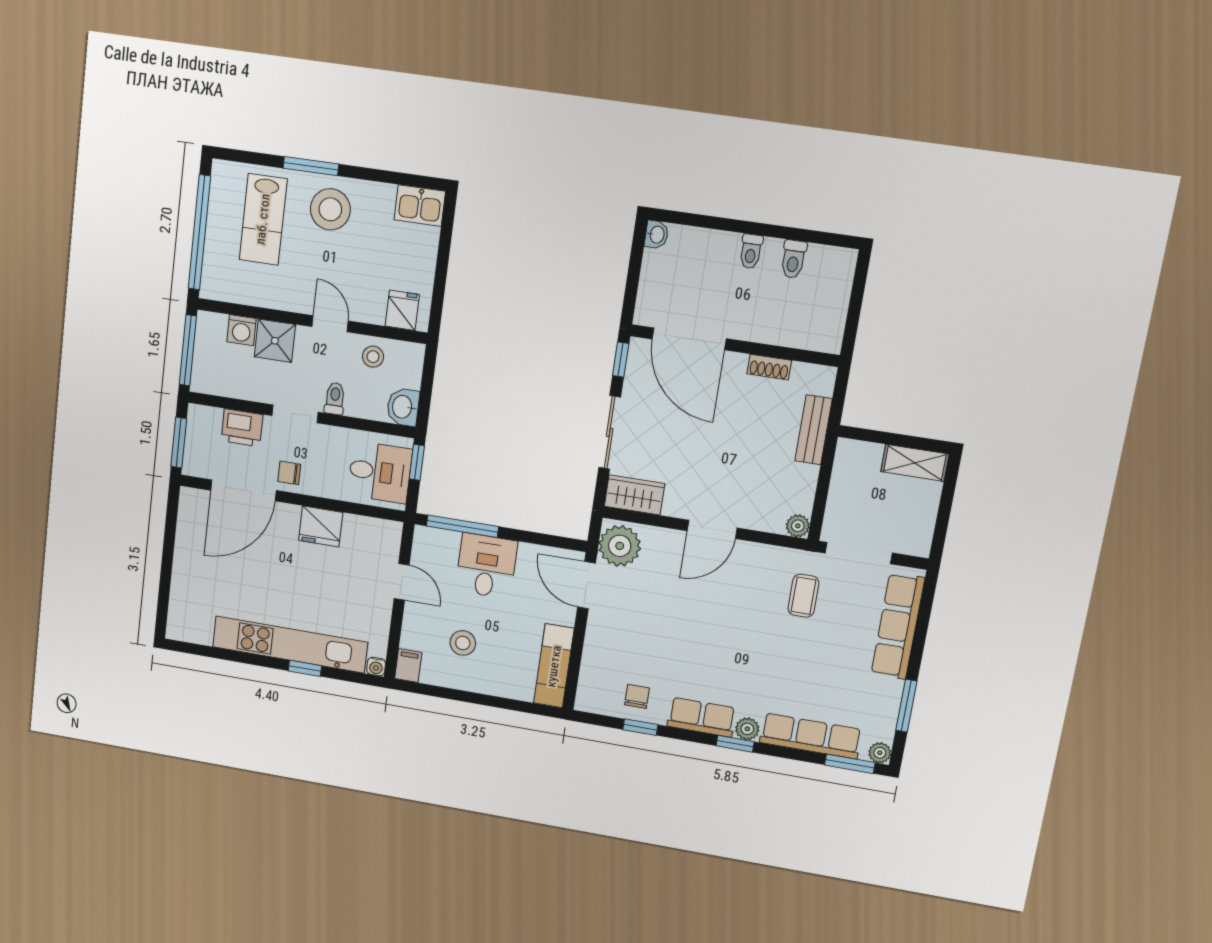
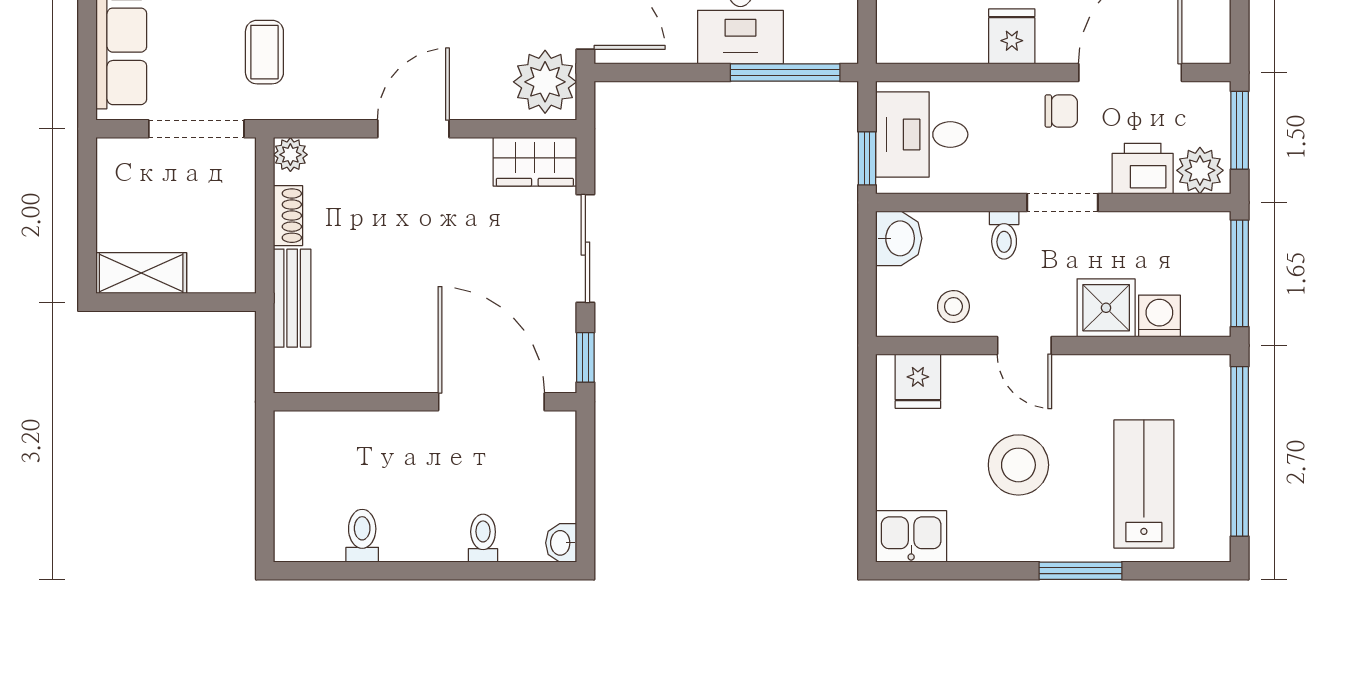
stool: (330, 209) -> (1018, 465), moved
toilet: (751, 251) -> (483, 538), moved
shoe rack: (769, 367) -> (288, 216), moved, turned 90
plant: (206, 421) -> (1200, 170), added
fridge: (321, 526) -> (1012, 36), width x0.72

